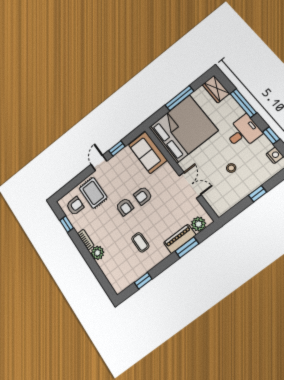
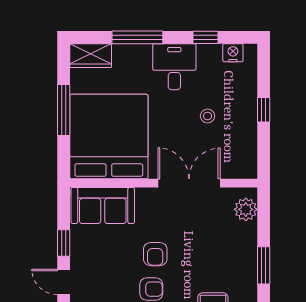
double door: (190, 185) -> (189, 183), width x1.37
piano: (180, 239) -> (246, 247), removed
window: (187, 247) -> (264, 265), moved

